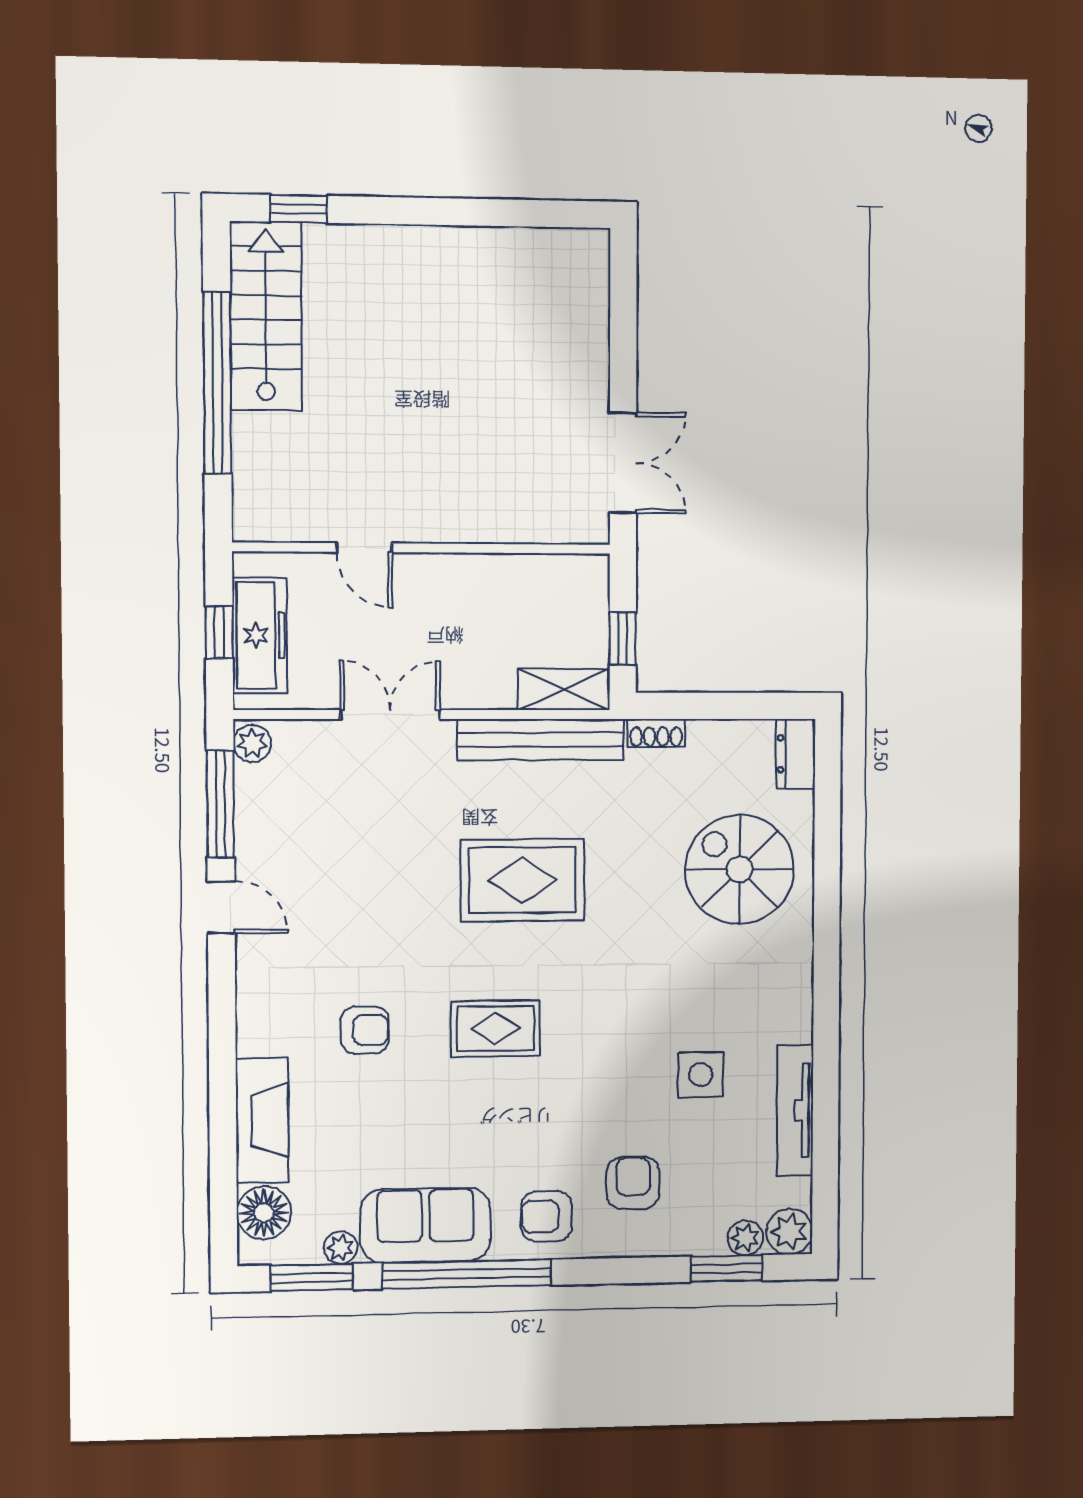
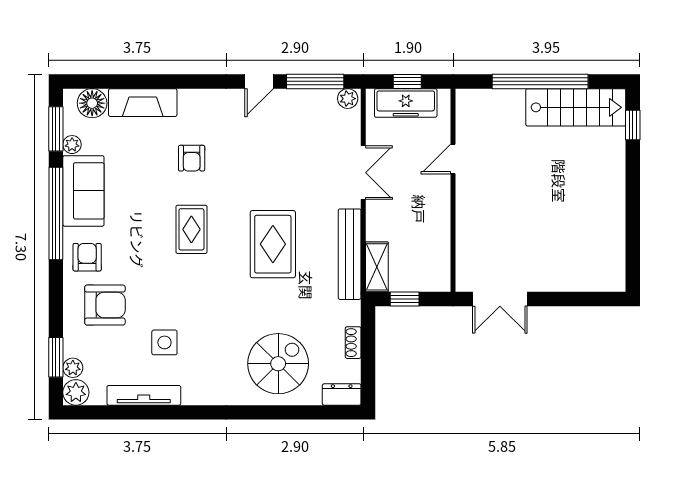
shoe rack: (656, 733) -> (353, 343), moved
armchair: (633, 1183) -> (105, 305), width x1.38, depth x1.38

